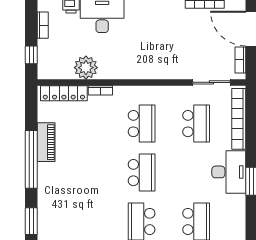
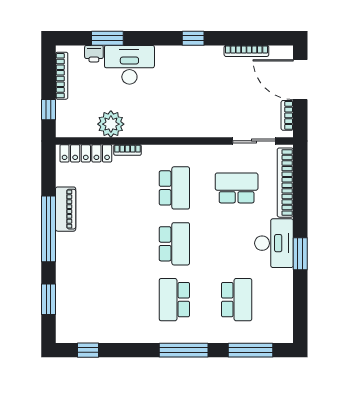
bookcase: (43, 25) -> (62, 76), width x1.56
school desk: (196, 124) -> (237, 188), turned -90

